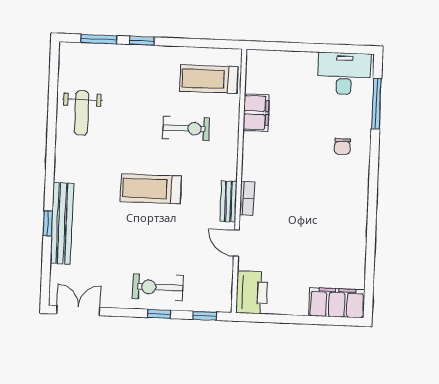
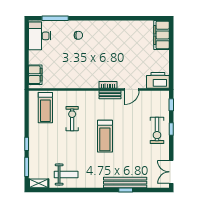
shelving: (67, 61) -> (39, 183), added
filing cabinet: (256, 113) -> (35, 75), moved, turned 90

